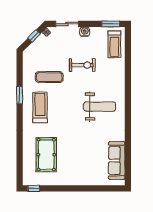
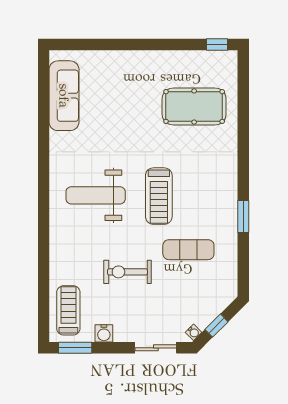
water cooler: (85, 32) -> (104, 333), moved
treadmill: (40, 107) -> (159, 196), moved
pool table: (46, 155) -> (194, 107), turned 90

